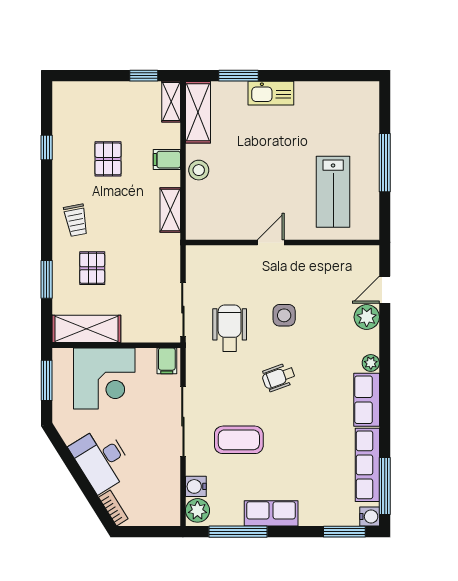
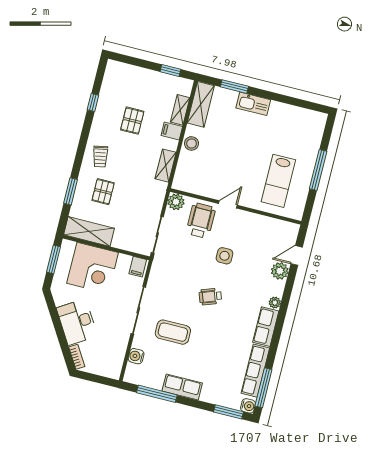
shelving: (171, 102) -> (180, 110), moved
wheelchair: (230, 328) -> (201, 220), moved
plant: (197, 510) -> (176, 202), moved

